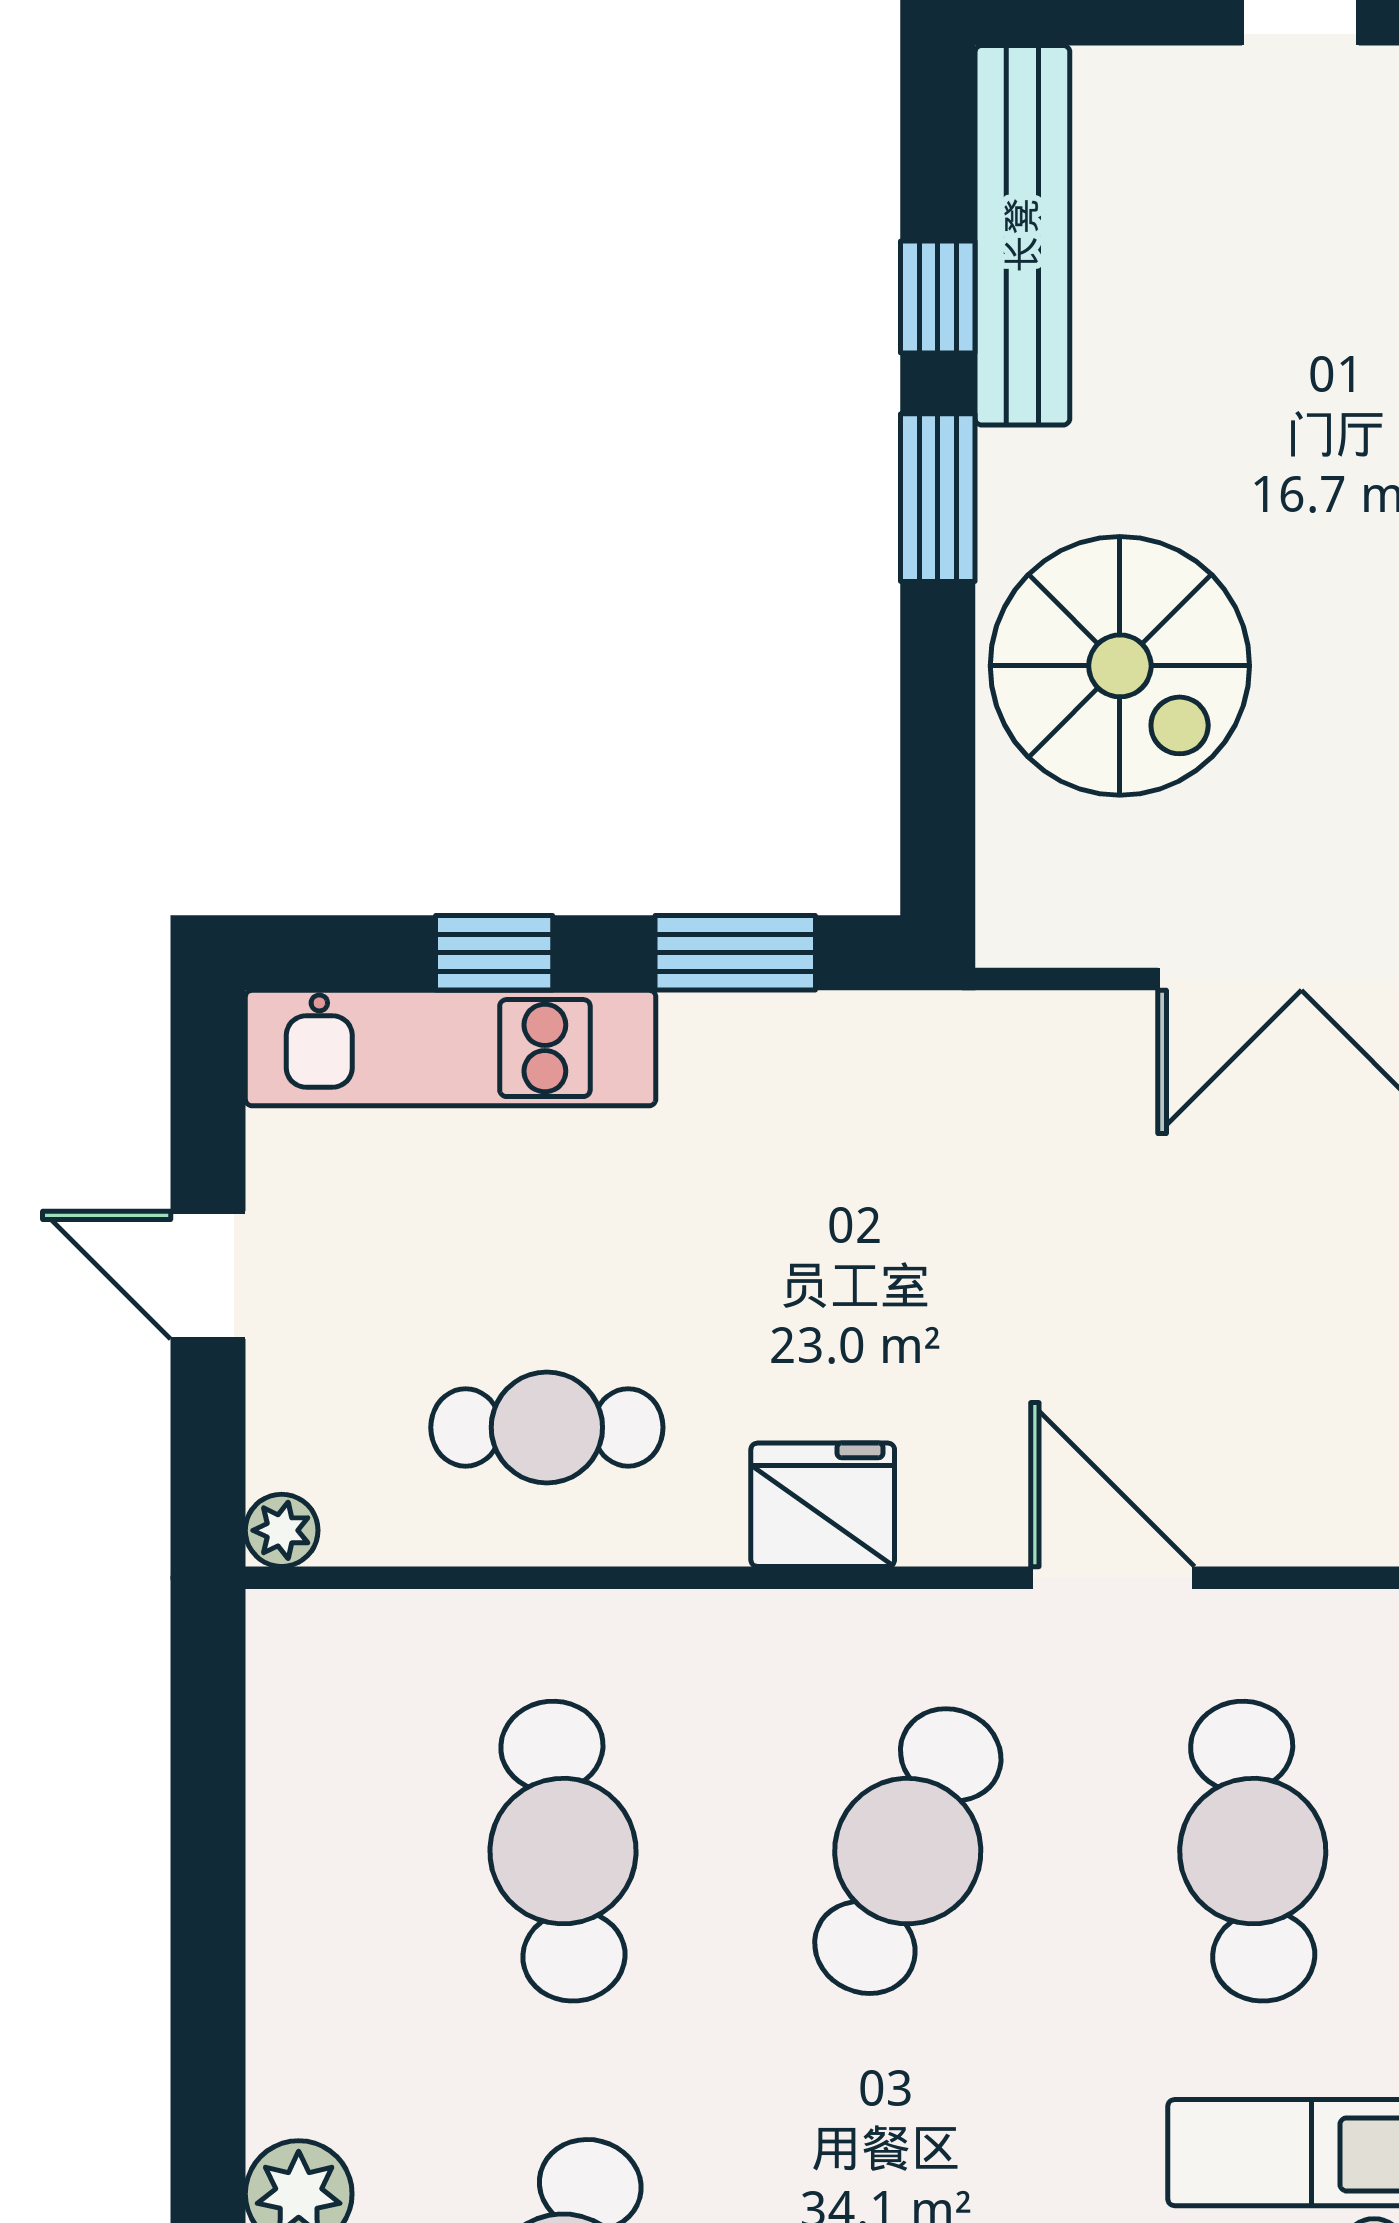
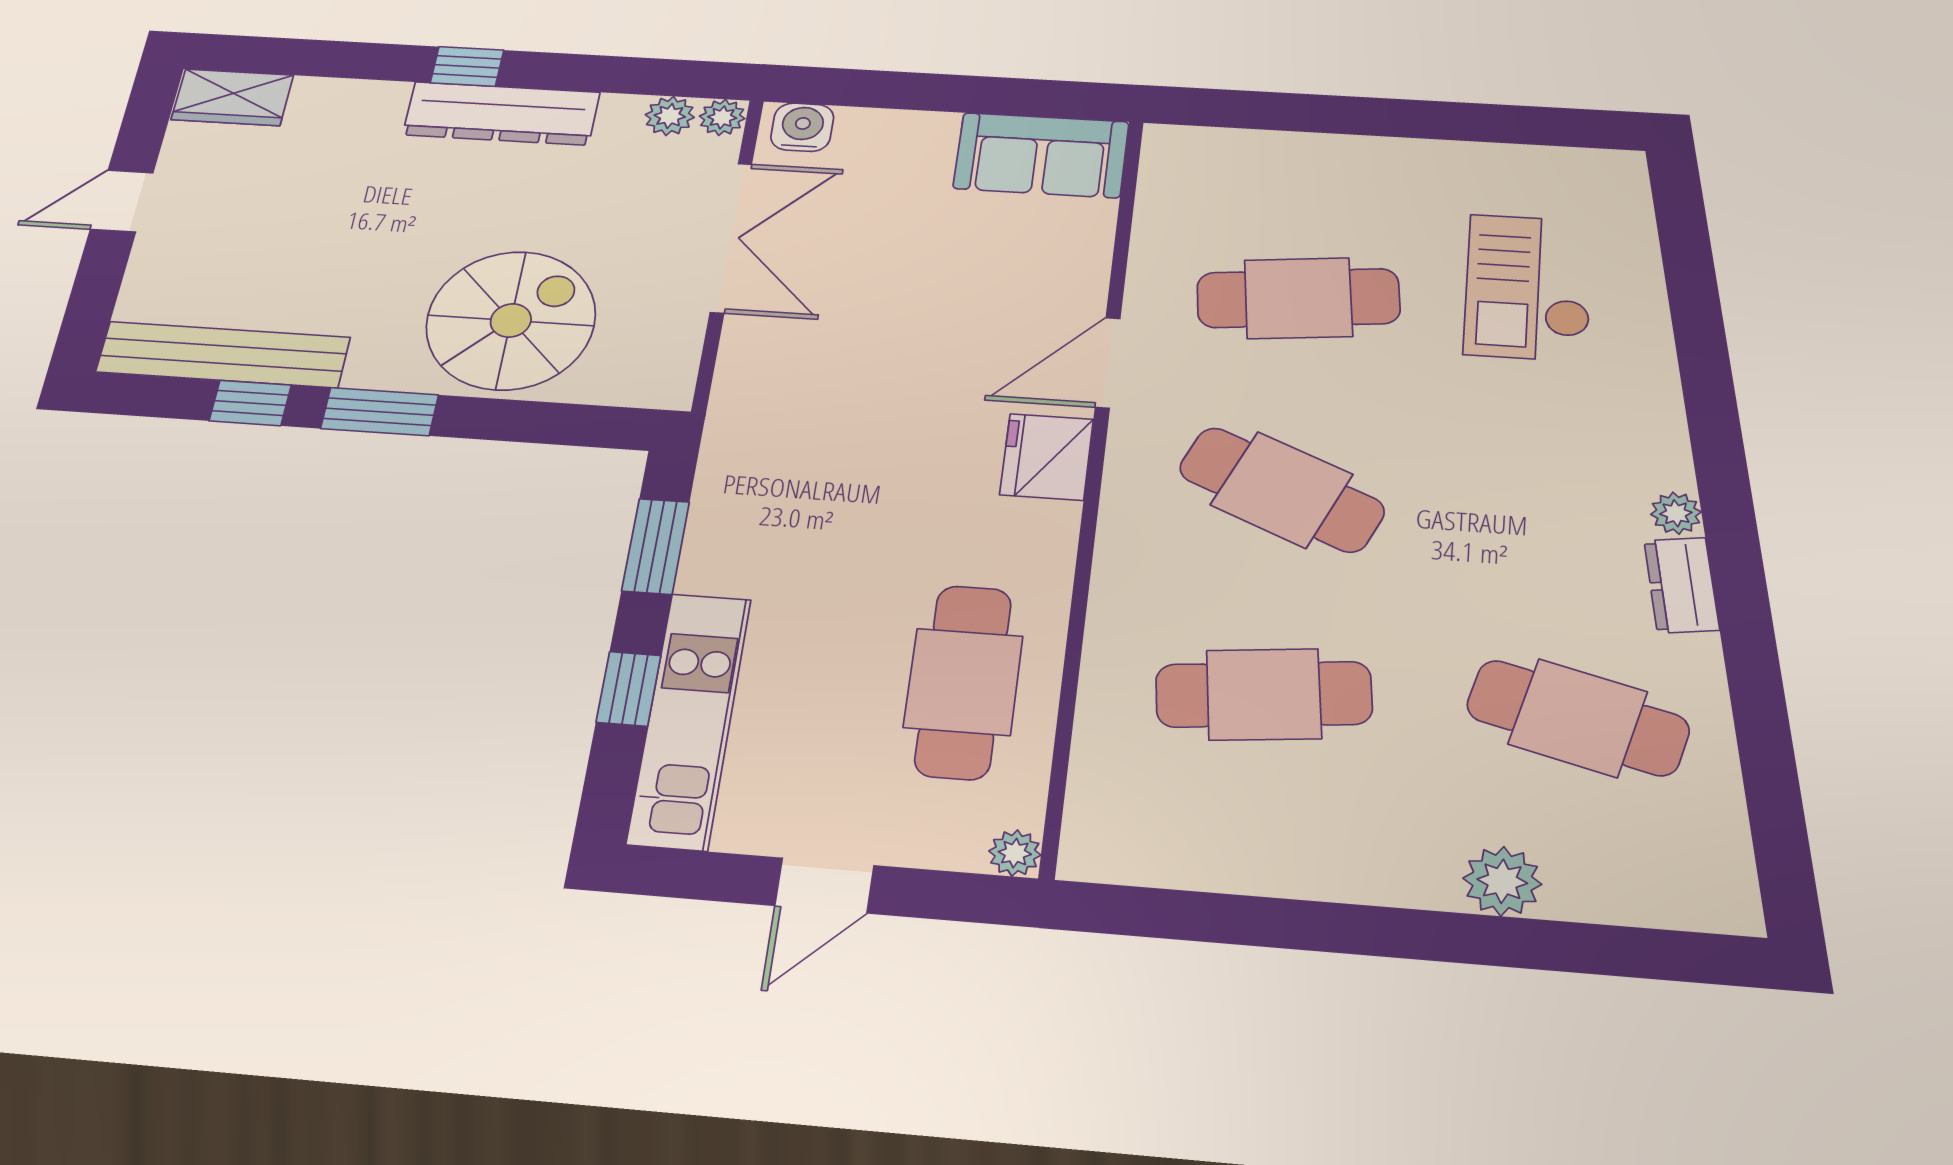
cafe table: (547, 1427) -> (963, 682), width x1.37, depth x1.35
fridge: (823, 1505) -> (1047, 457), moved

